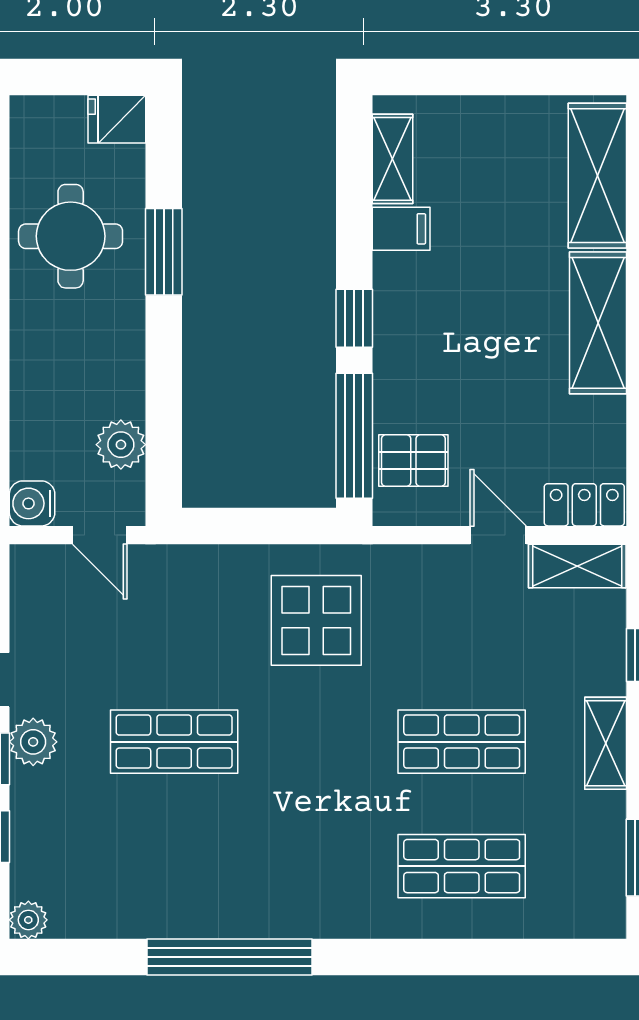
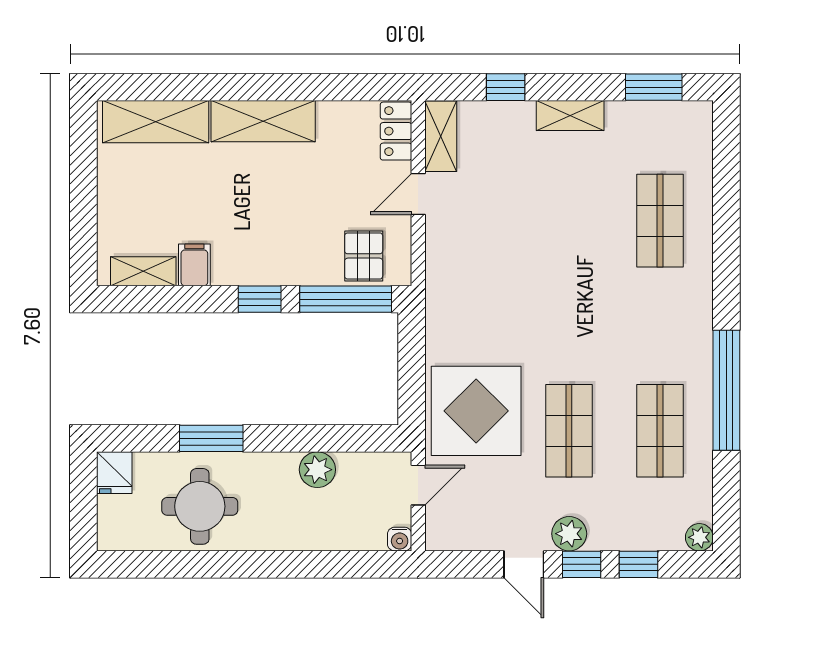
plant: (121, 445) -> (317, 470), moved
water cooler: (32, 503) -> (400, 539), width x0.72, depth x0.72
display table: (316, 620) -> (476, 411), moved, width x1.36, depth x1.36
shop shelf: (462, 742) -> (660, 431), moved

